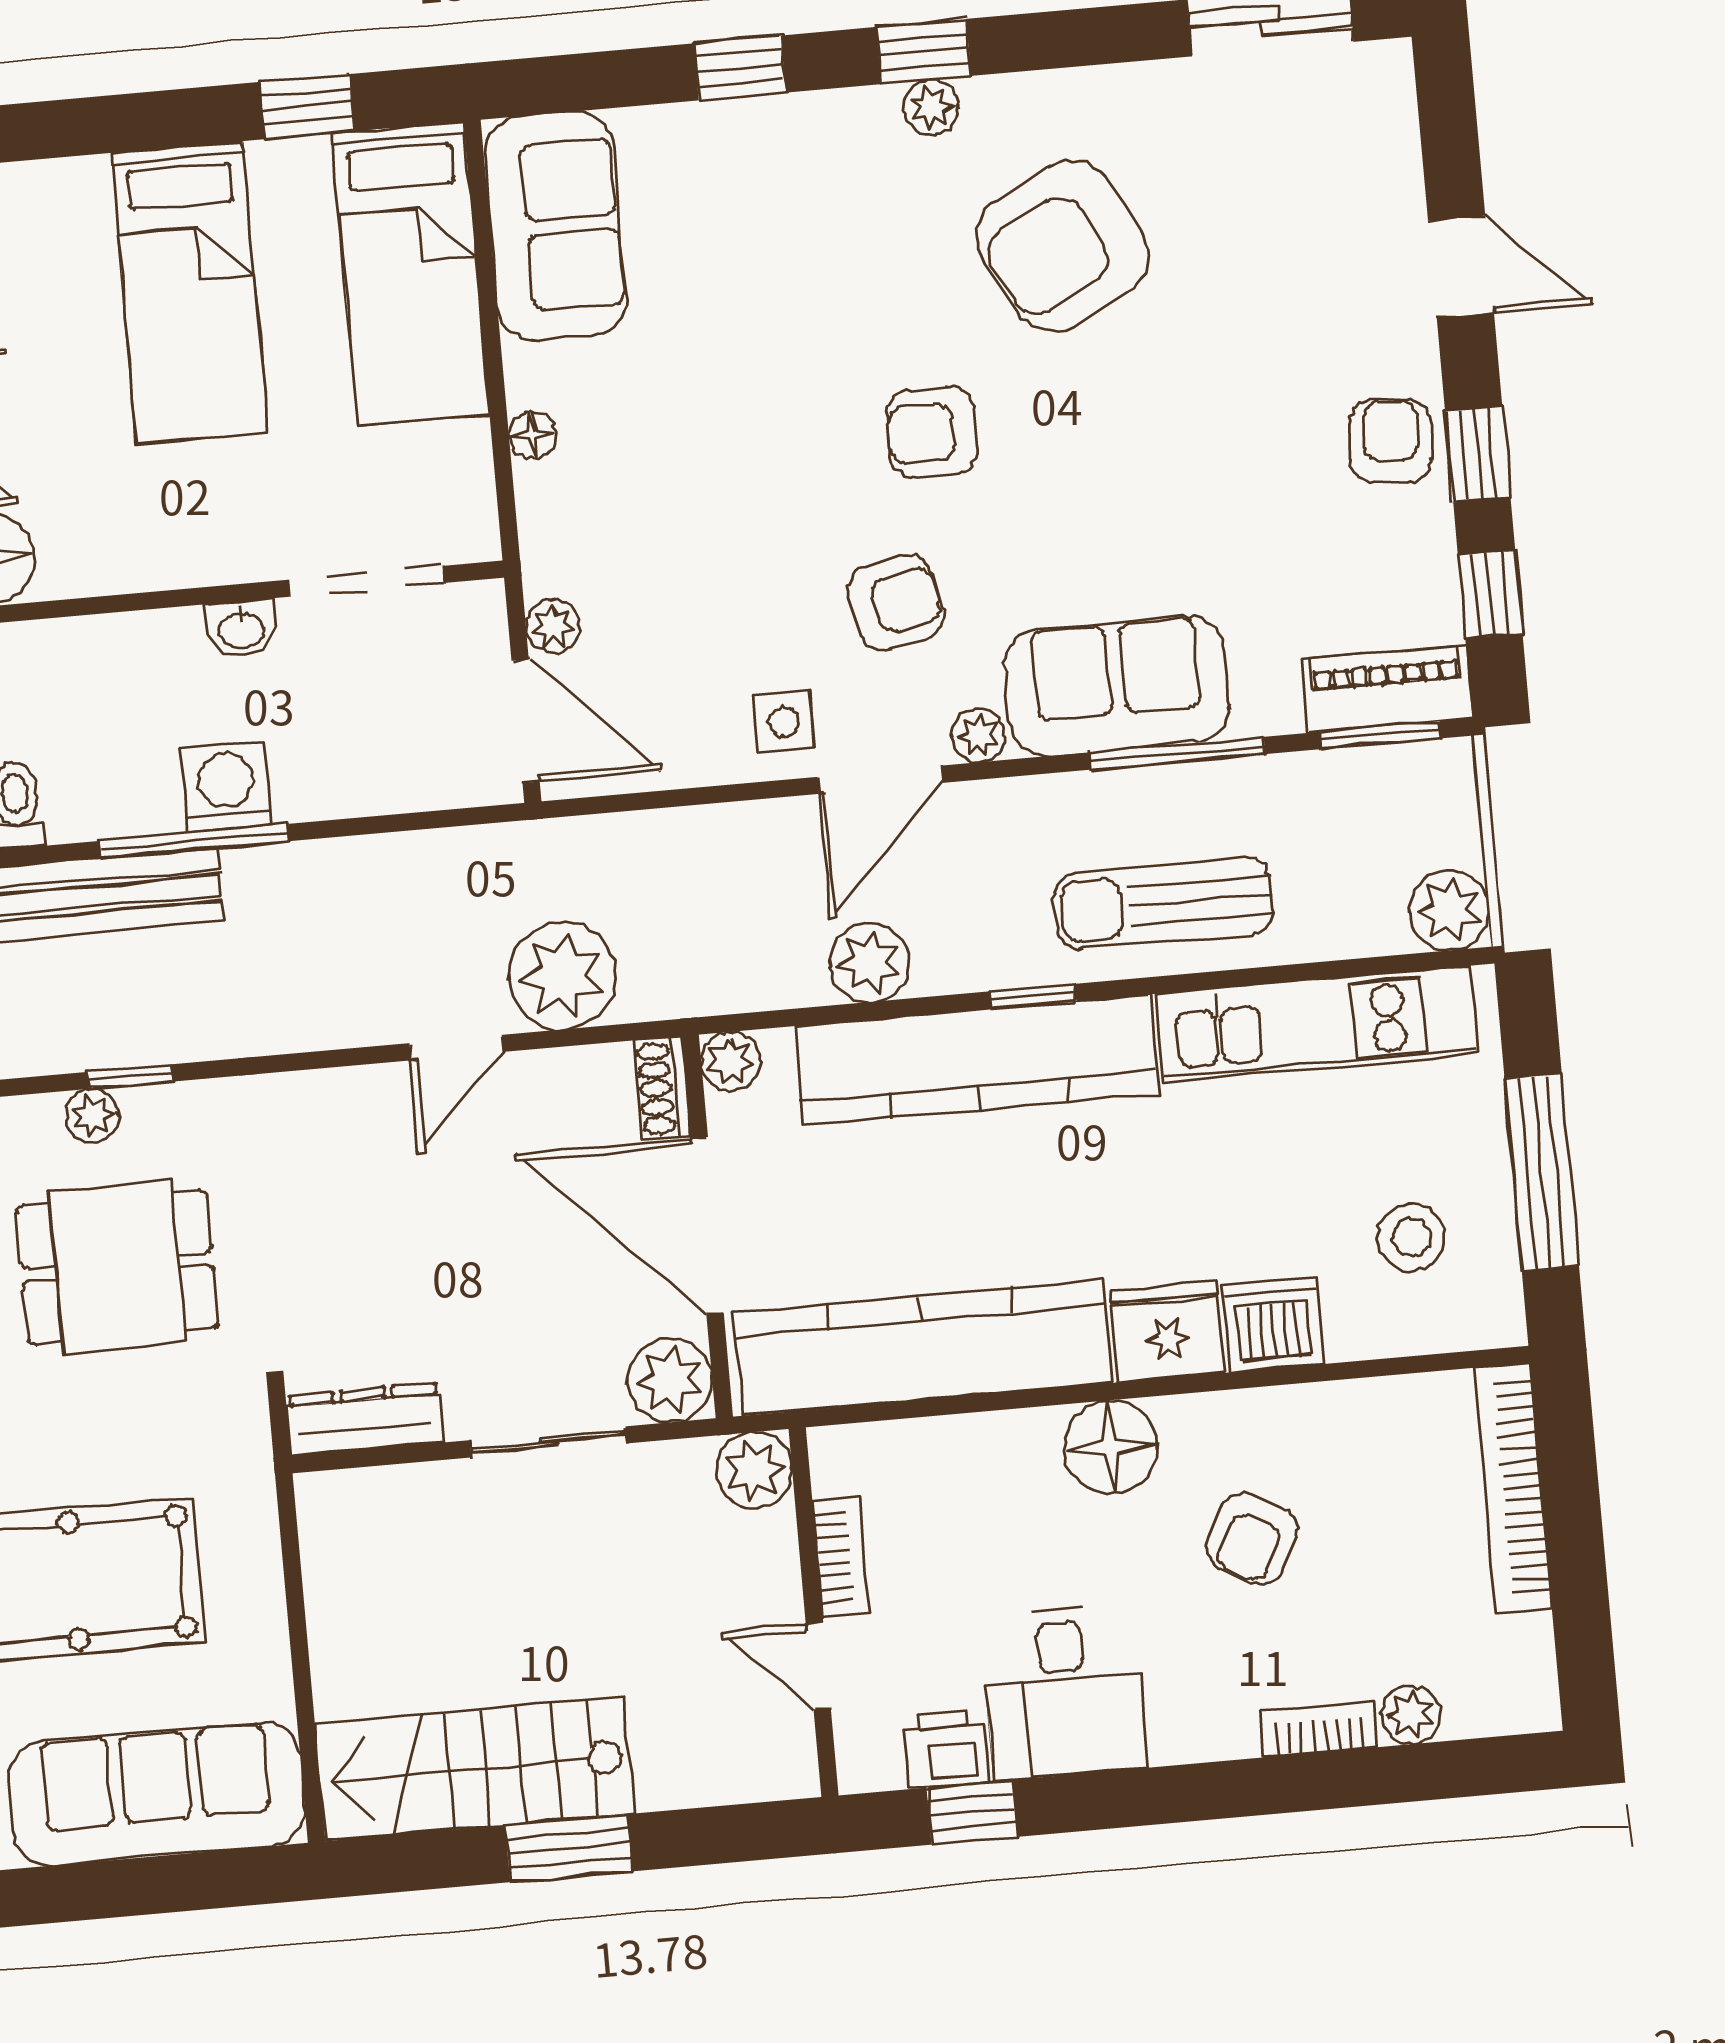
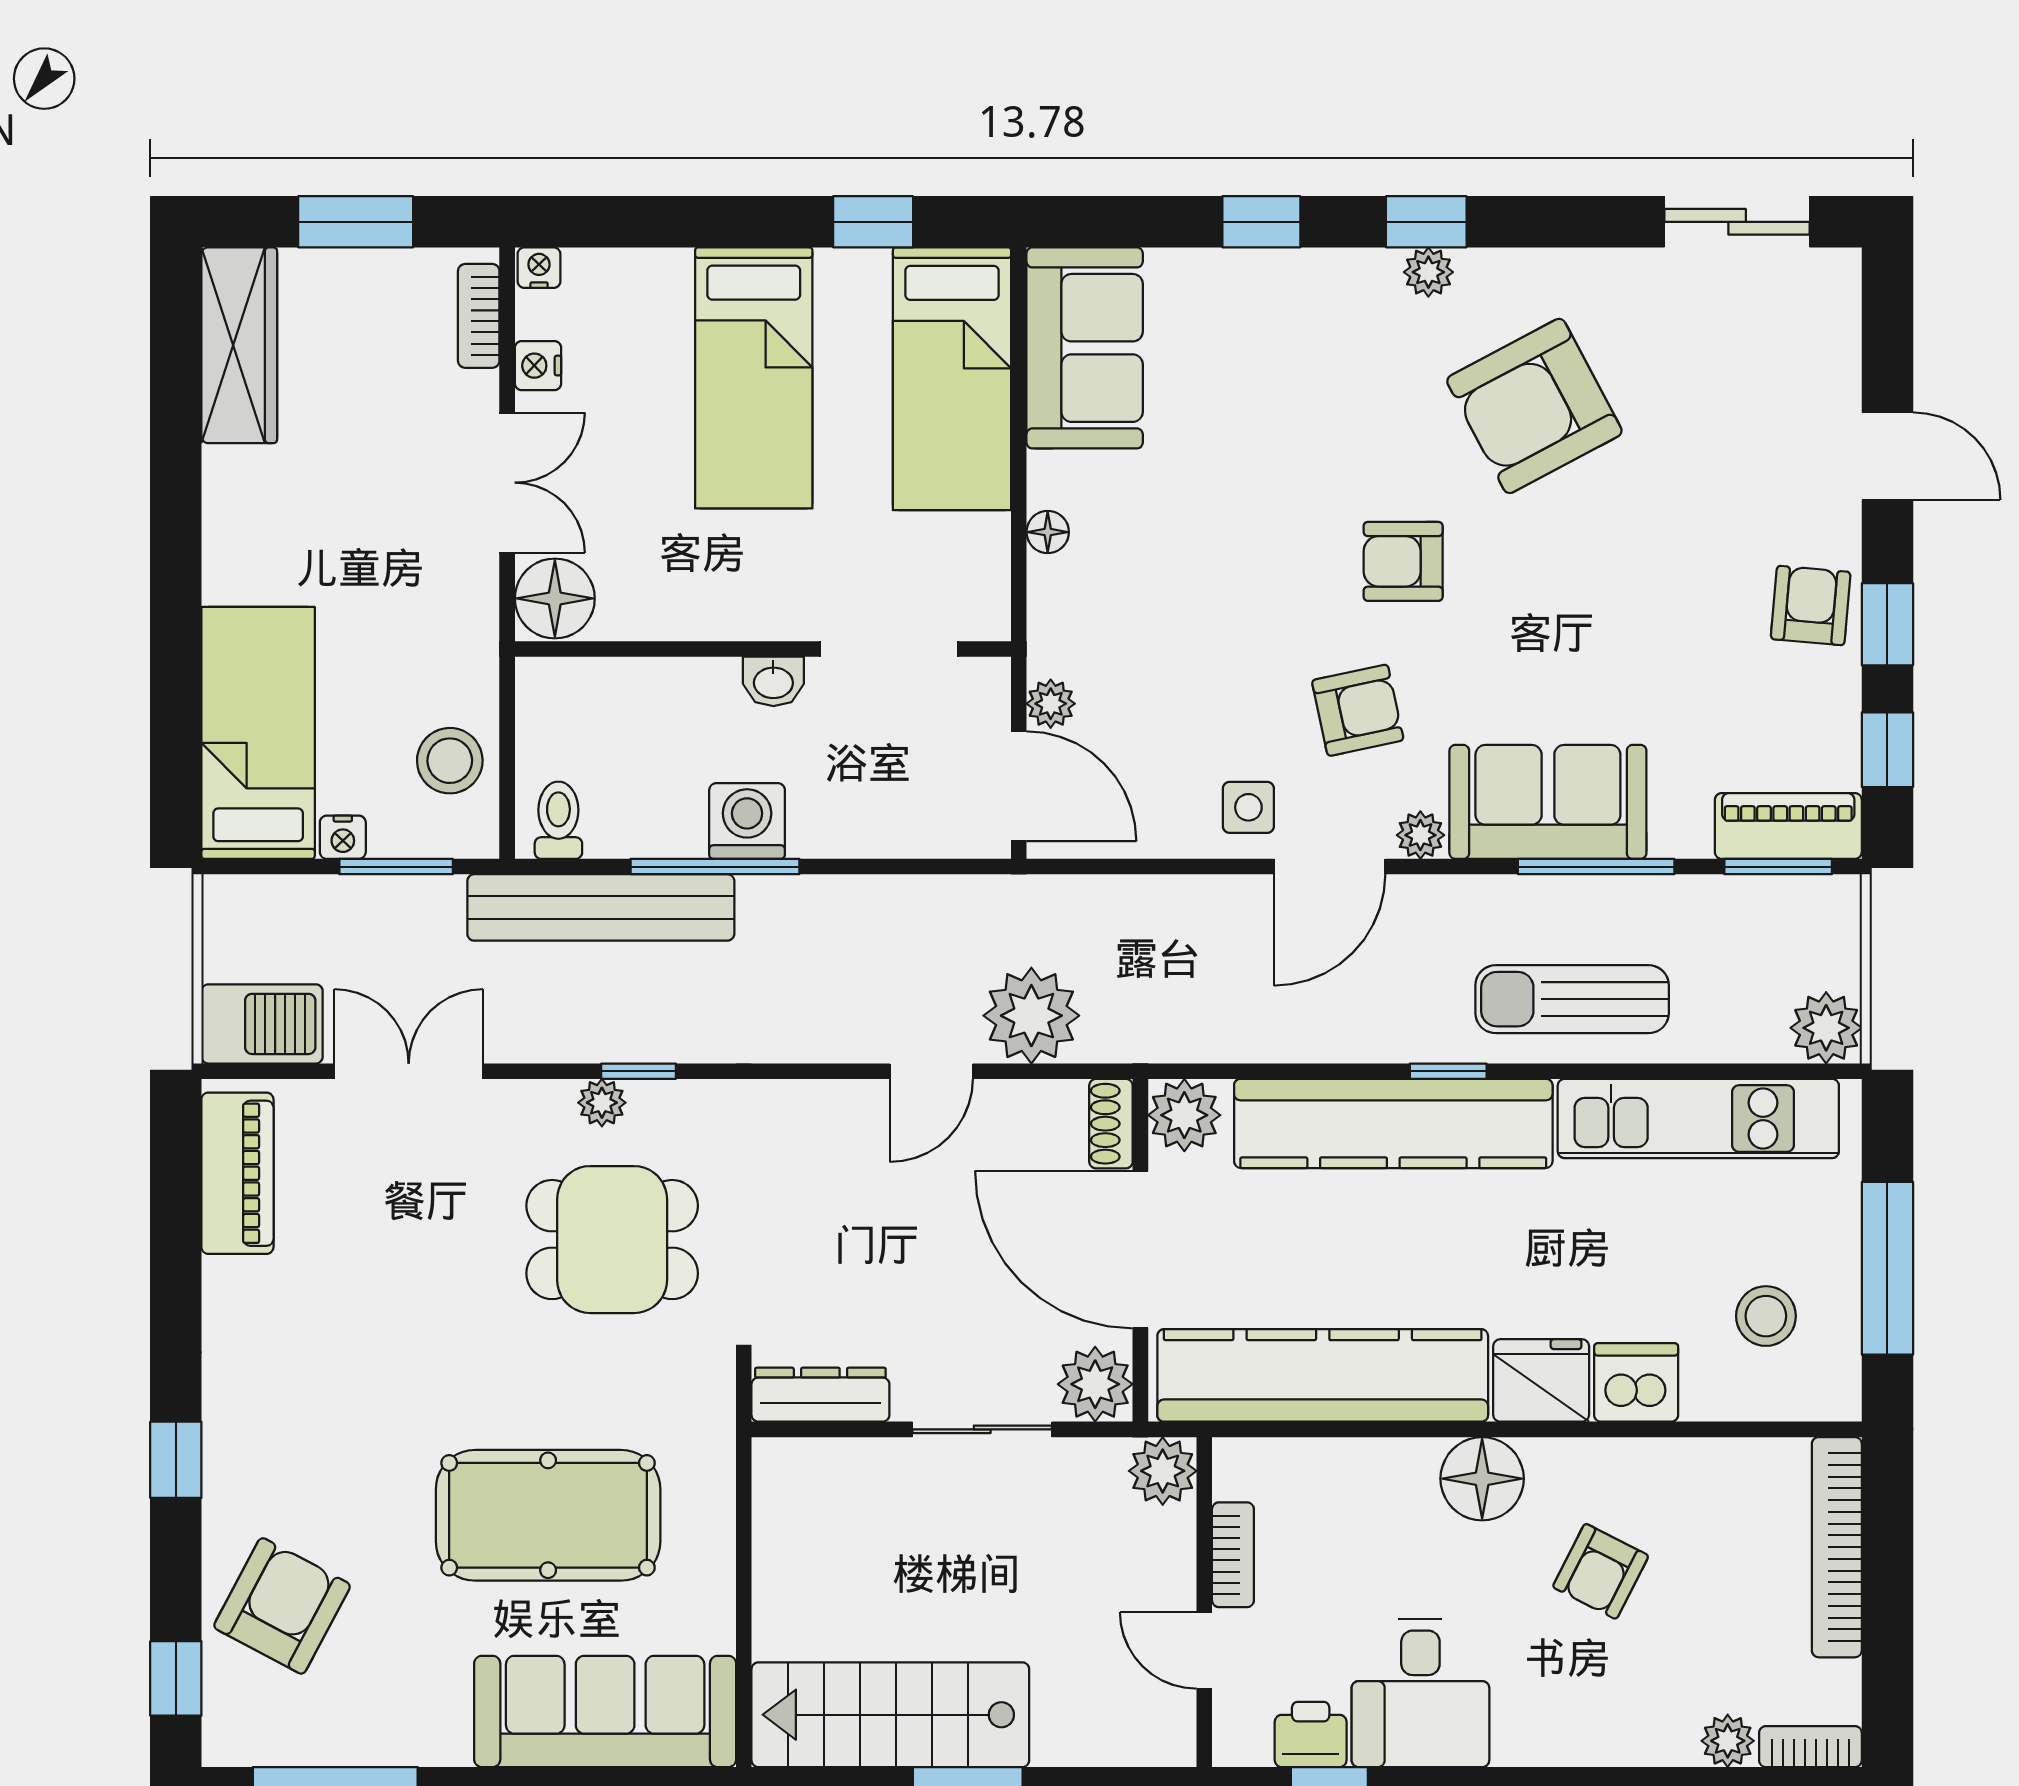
plant: (869, 962) -> (1305, 1028), removed
plant: (731, 1061) -> (1184, 1115), width x1.38, depth x1.38
bookcase: (1319, 1729) -> (1810, 1747), moved

